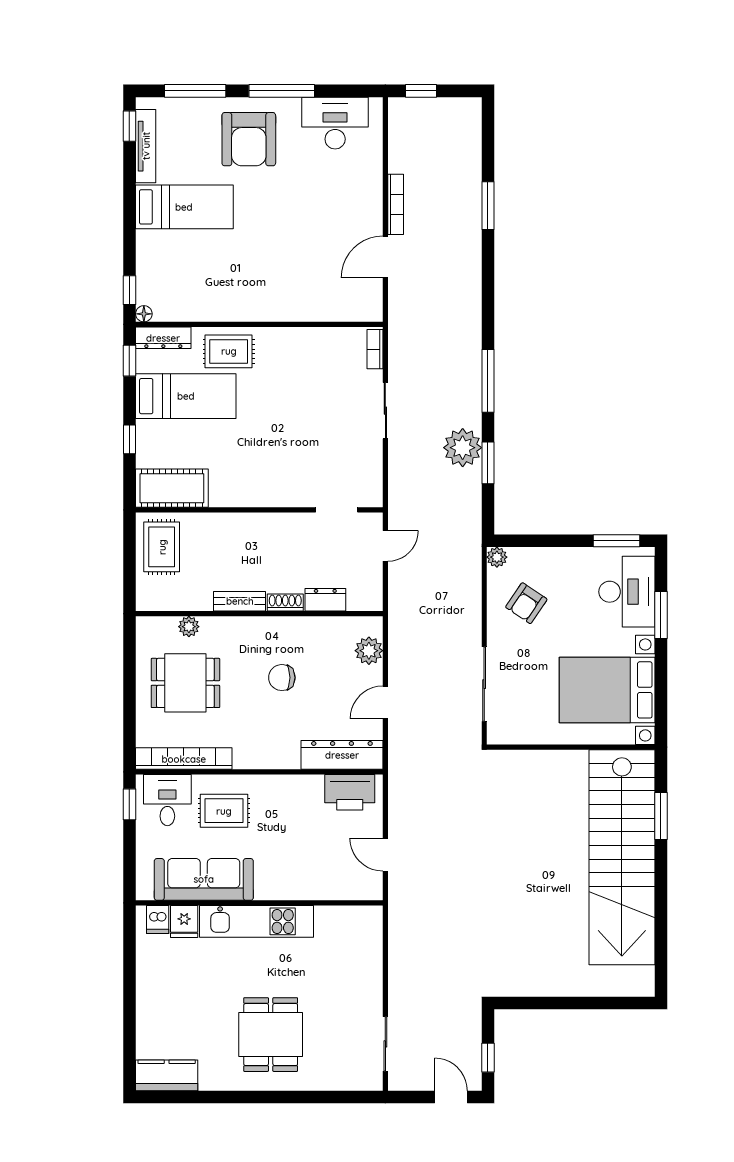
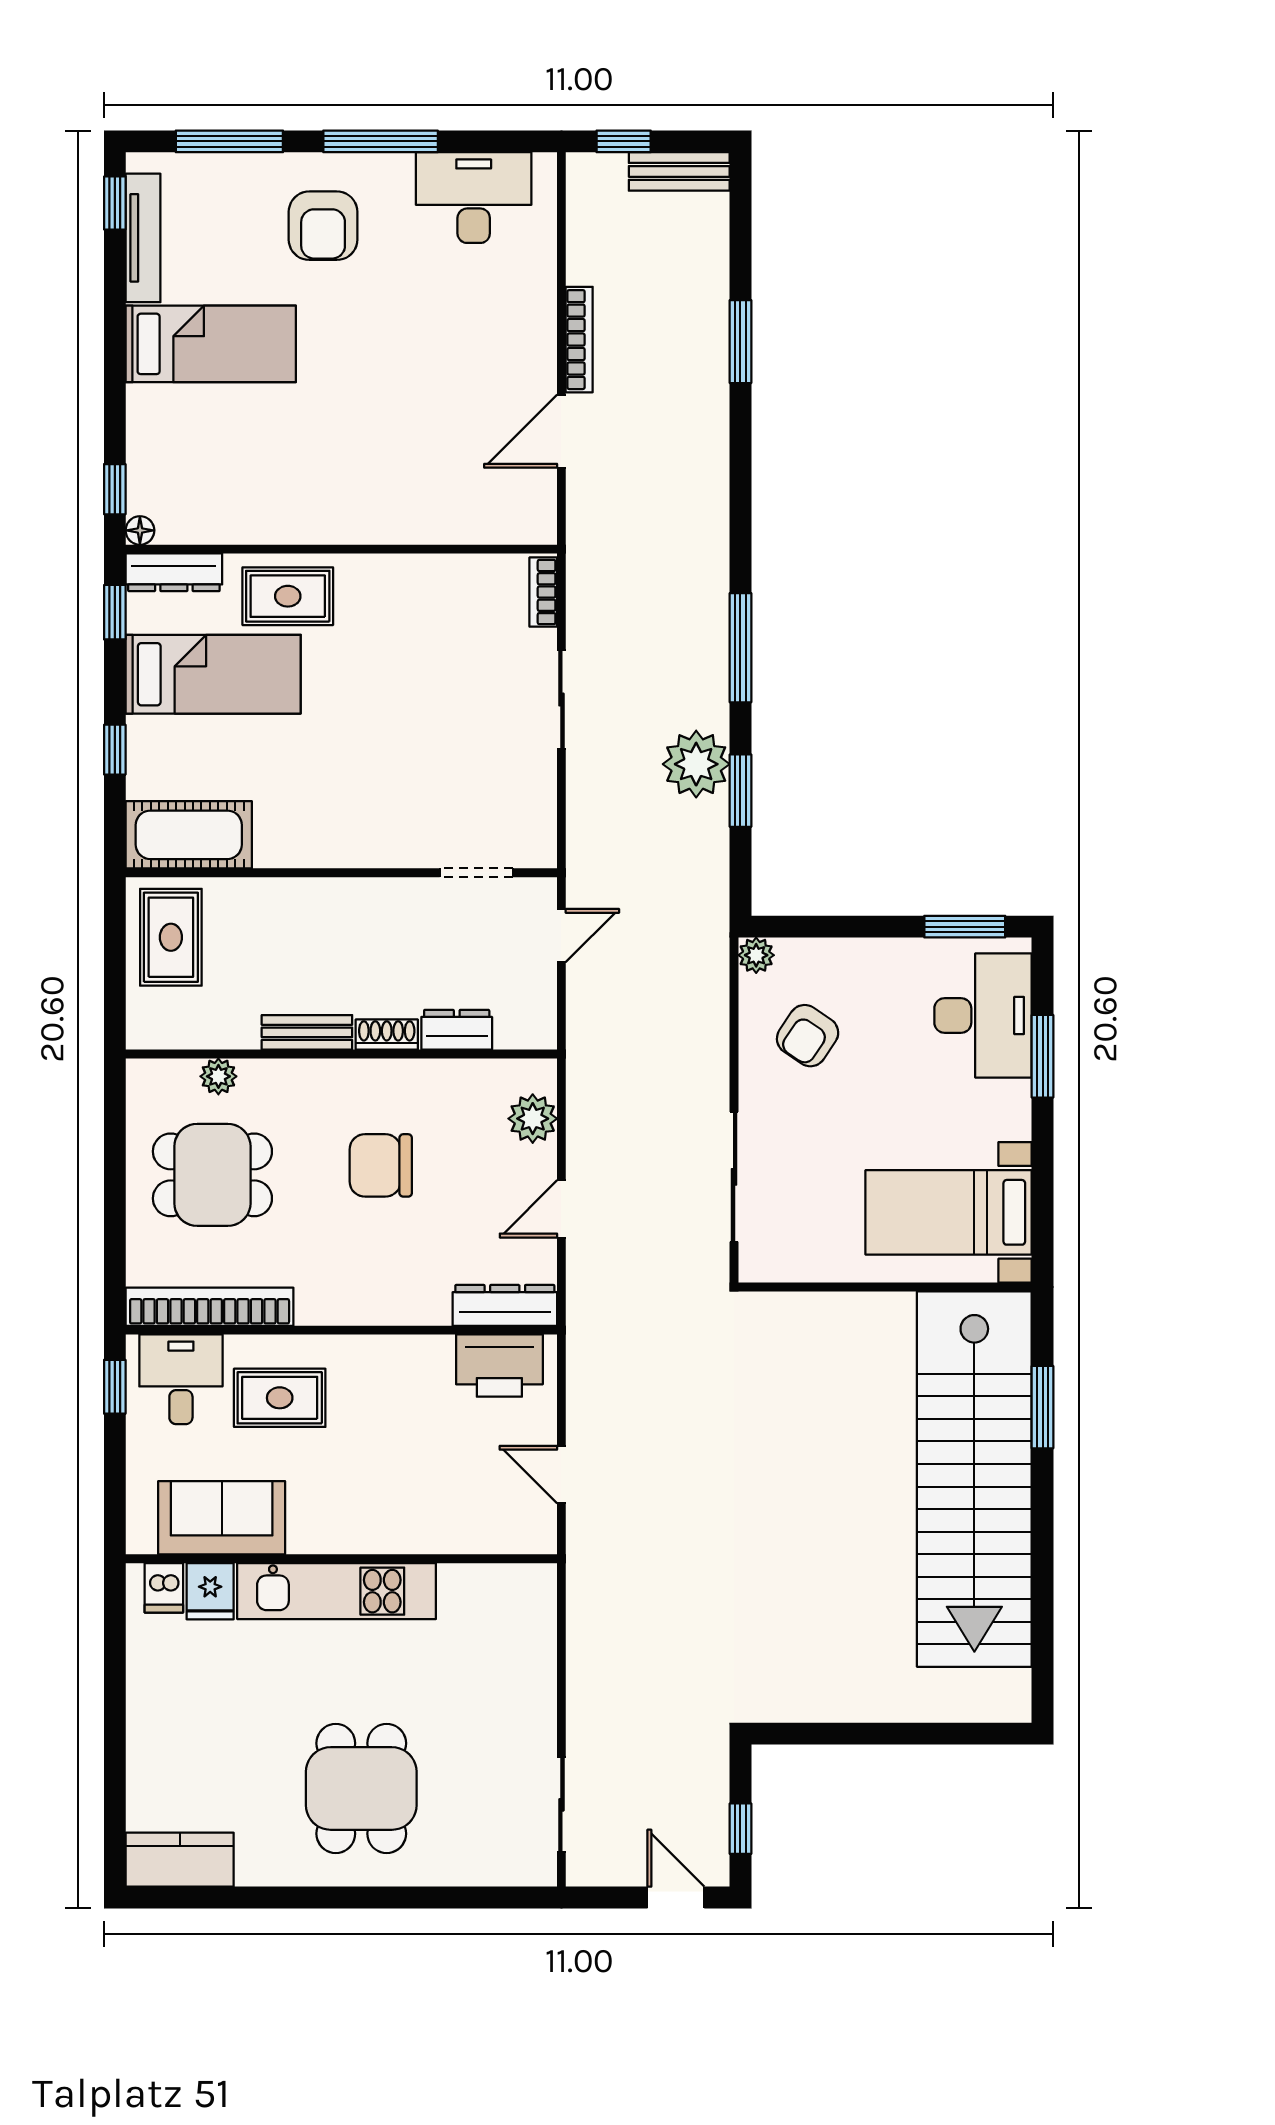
bench: (453, 108) -> (679, 171), added
armchair: (249, 139) -> (323, 226), width x0.73, depth x0.73
chair: (282, 678) -> (381, 1165), width x1.37, depth x1.37
bed with nightstands: (607, 690) -> (949, 1212), width x0.73
dresser: (342, 755) -> (505, 1305), width x0.73, depth x0.80
sofa: (204, 879) -> (222, 1518), width x0.73

